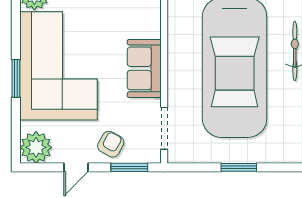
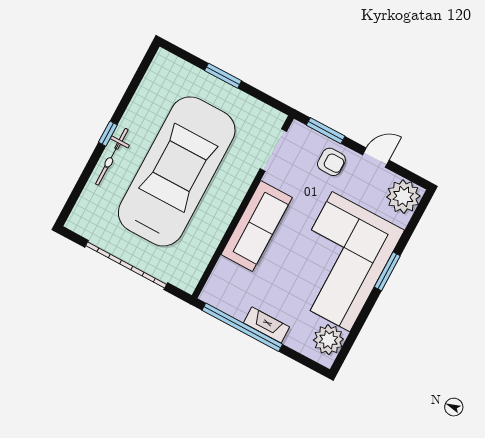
sofa: (144, 68) -> (257, 226), width x1.36
armchair: (111, 144) -> (331, 162), turned -119

